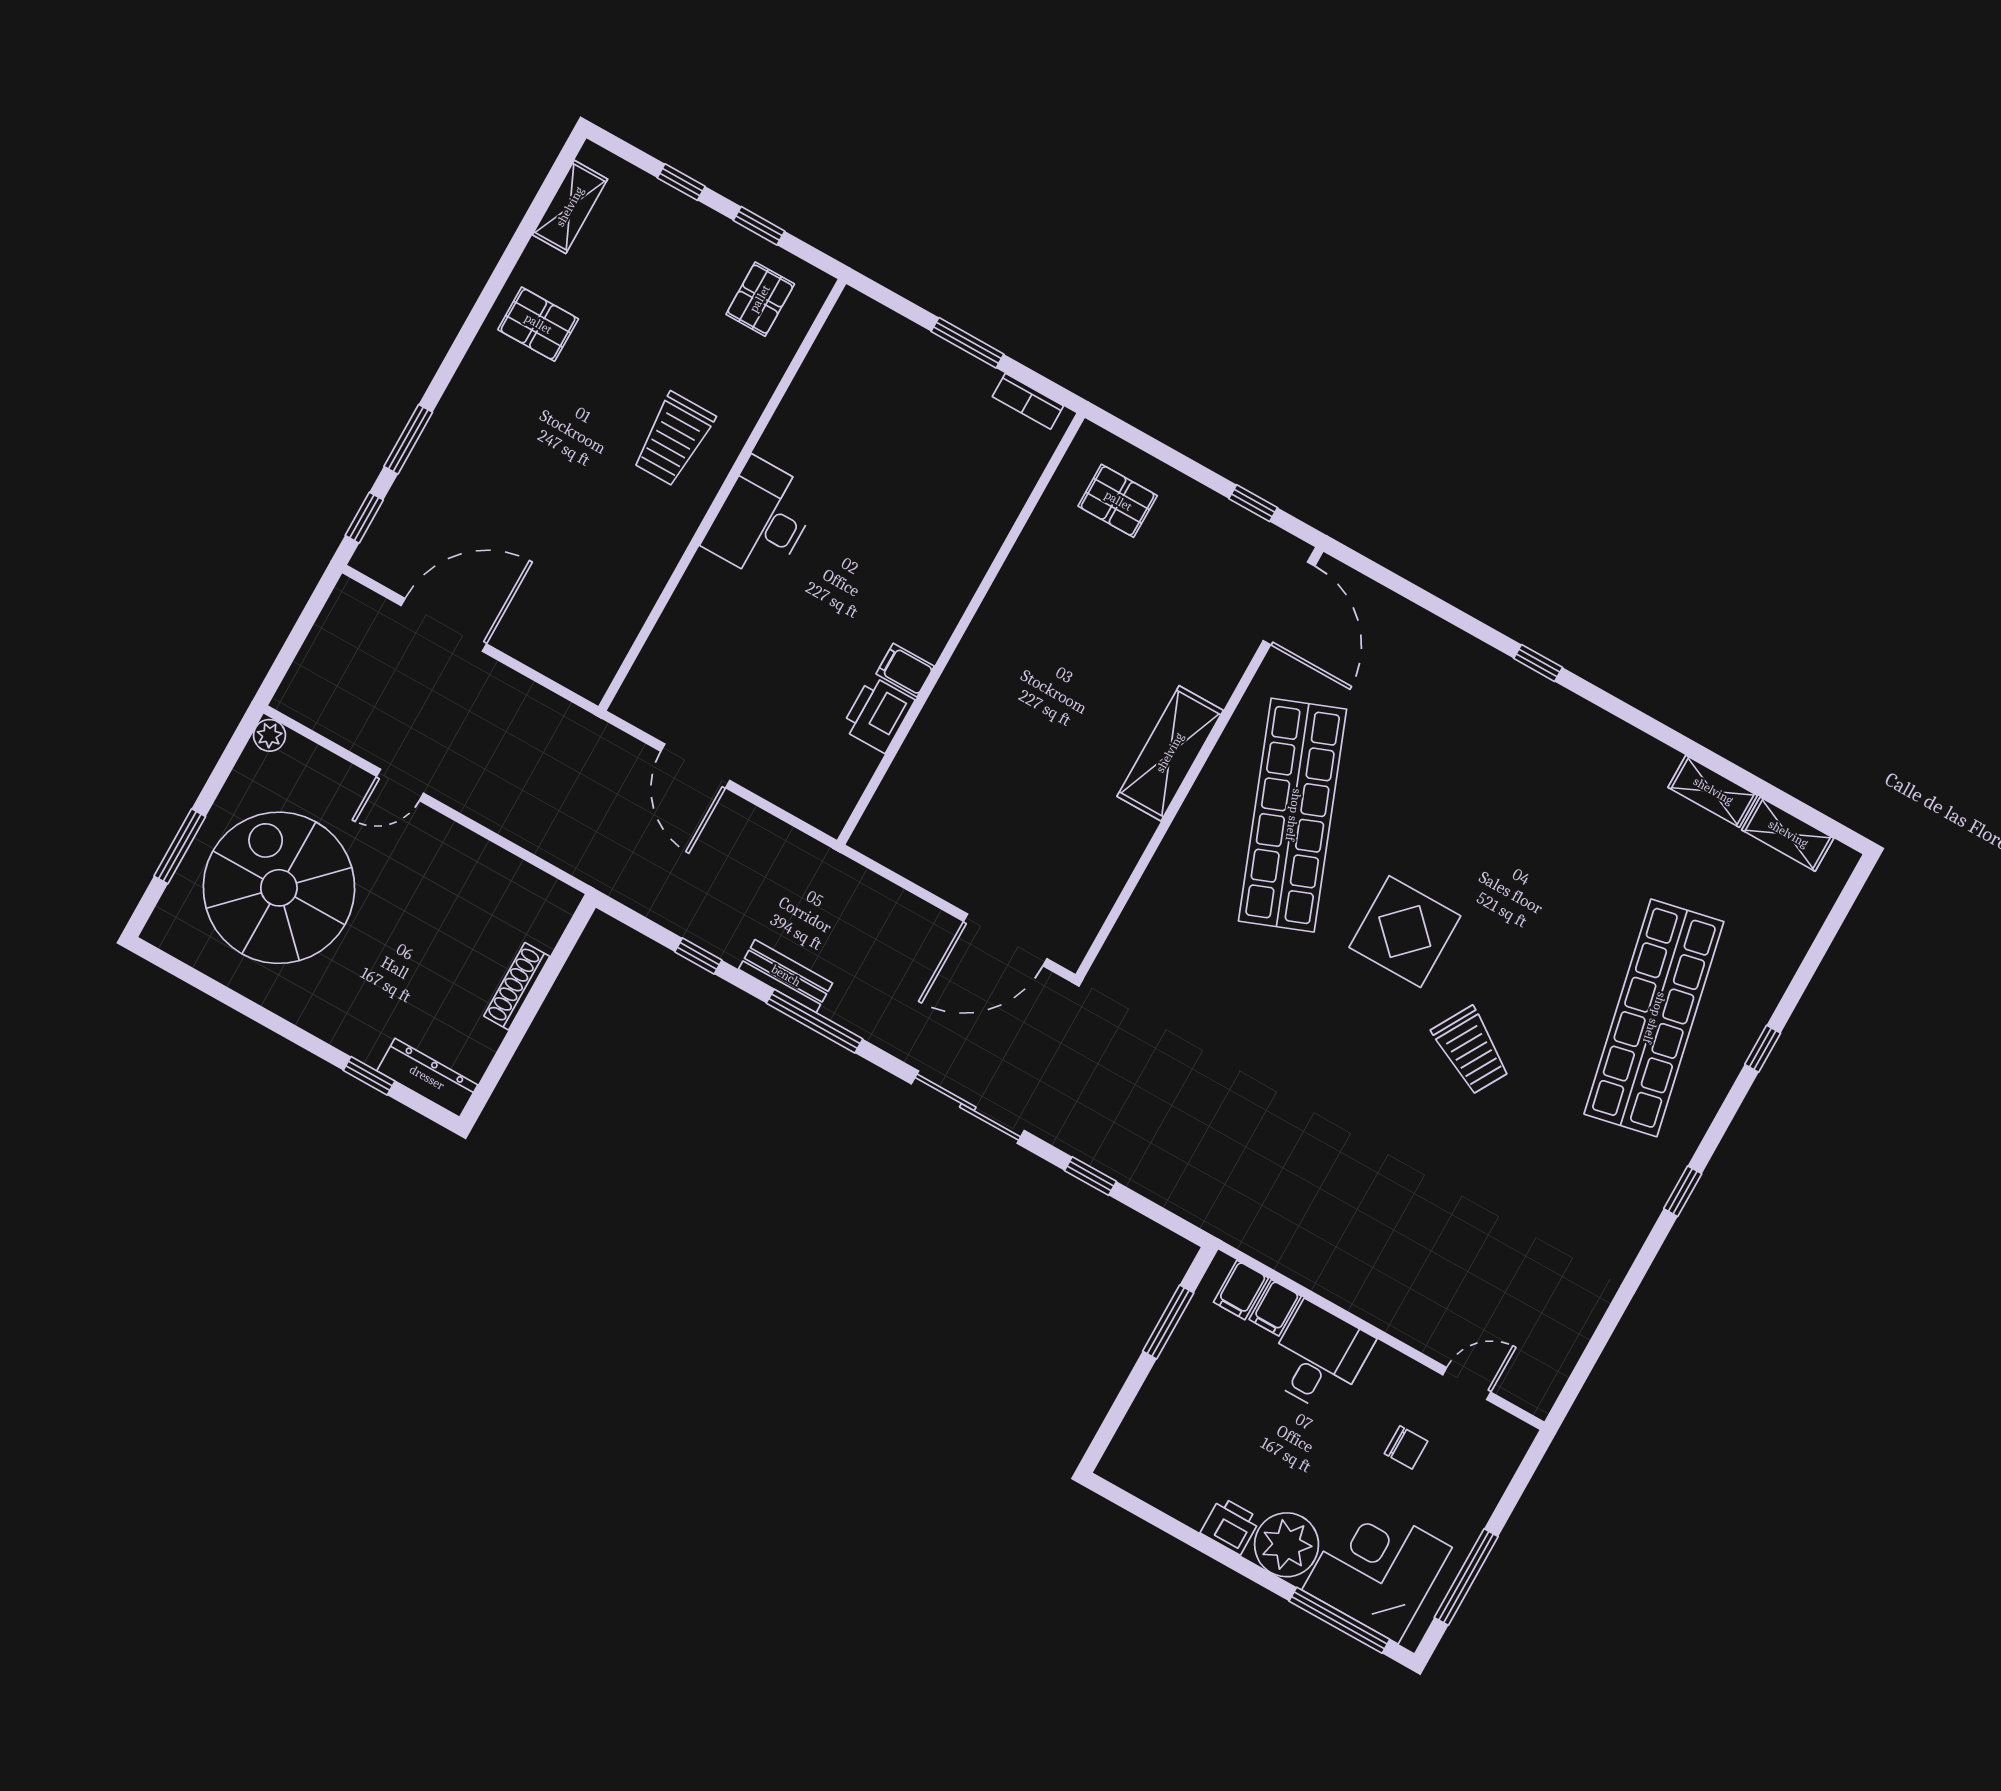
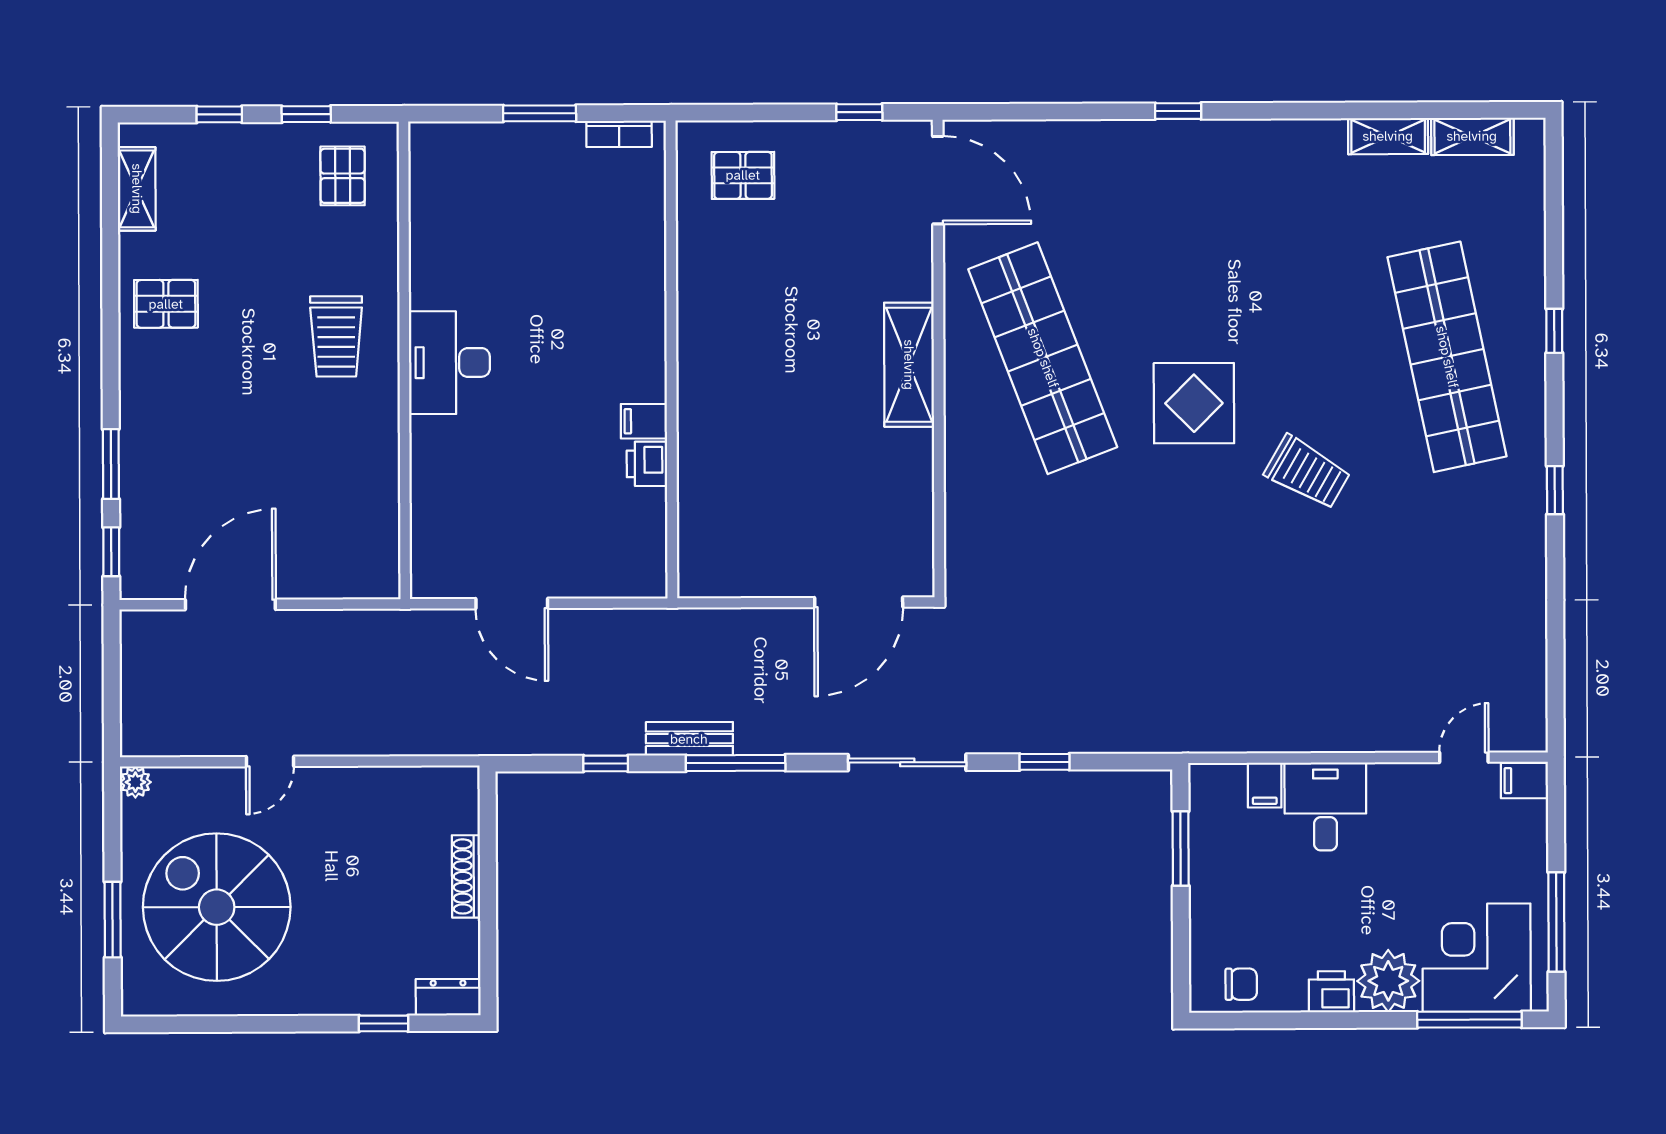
printer: (878, 714) -> (647, 464), width x0.73, depth x0.81
dresser: (427, 1078) -> (448, 997), width x0.70
filing cabinet: (1241, 1290) -> (1524, 781), moved, turned 90
chair: (1406, 1447) -> (1241, 984), moved

